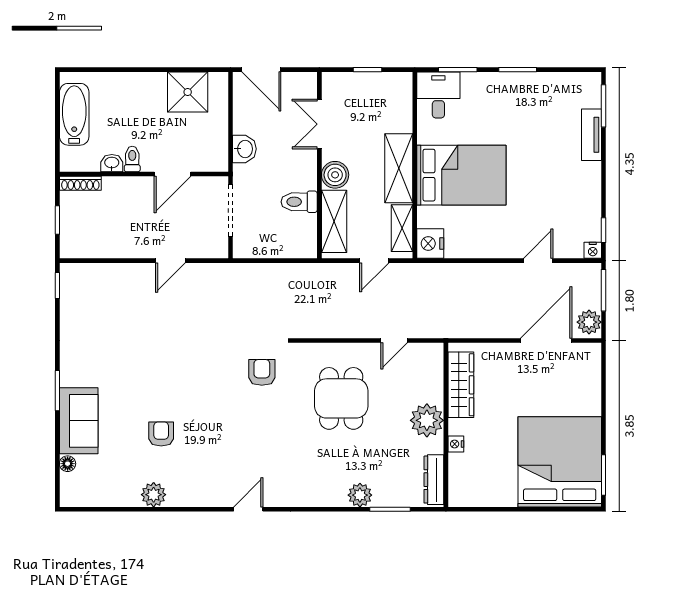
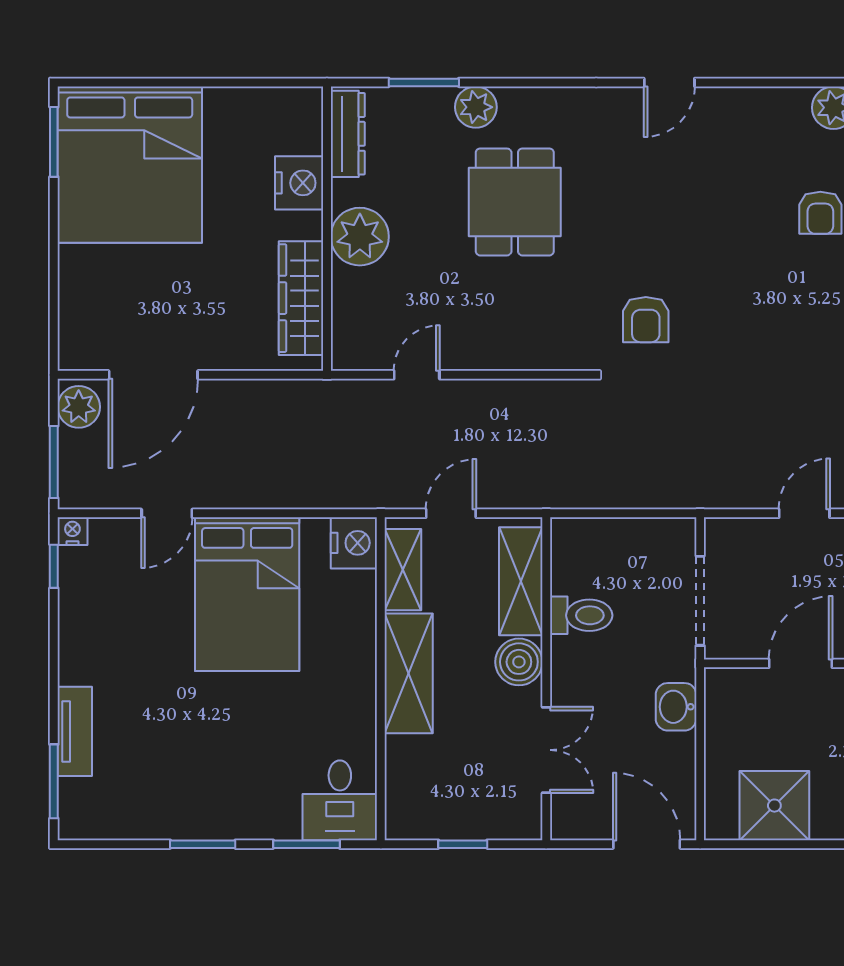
bed: (461, 175) -> (247, 594), moved, turned -90
dining table: (341, 398) -> (515, 202), moved
nightstand: (456, 444) -> (299, 183), width x1.89, depth x1.79

